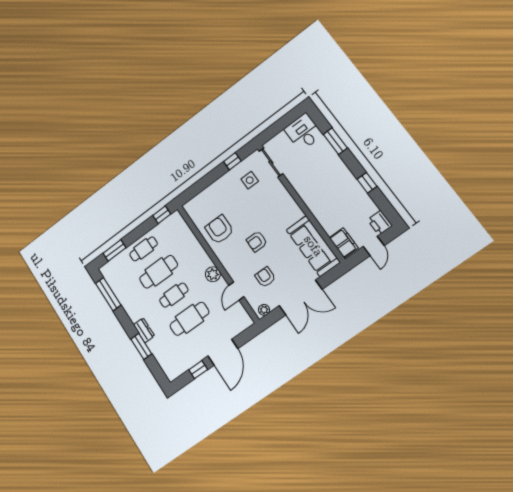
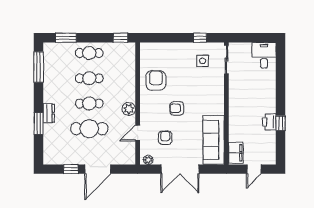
window: (335, 141) -> (281, 78), removed
printer: (380, 223) -> (269, 122), moved
cafe table: (159, 272) -> (89, 78), width x0.73, depth x0.74

